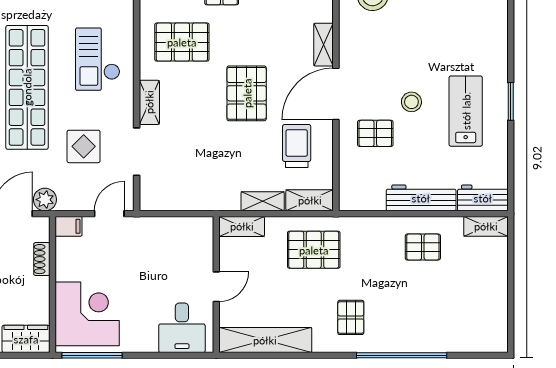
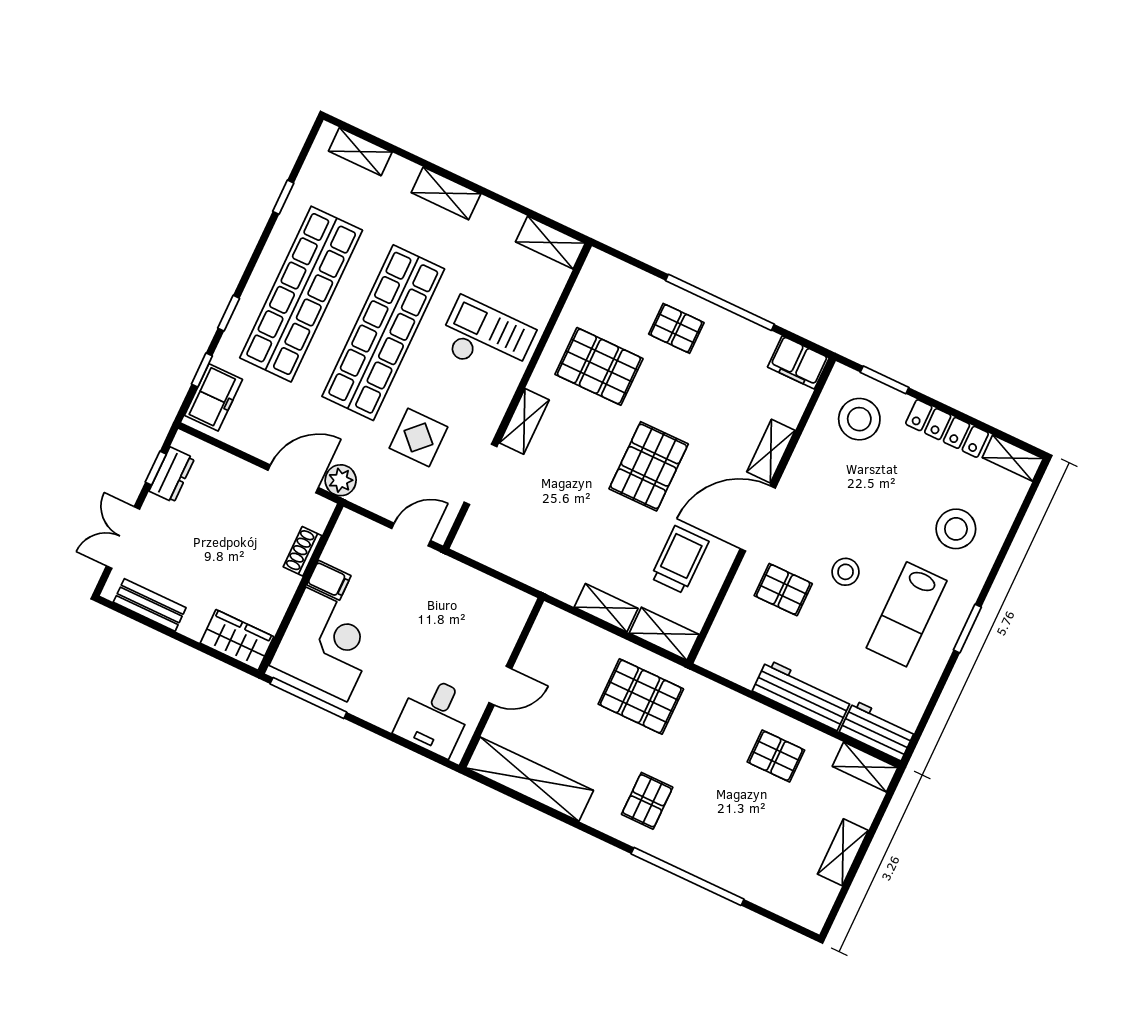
stool: (472, 38) -> (956, 529), added
checkout: (98, 59) -> (486, 339), turned 90
lab bench: (466, 111) -> (907, 614), turned 180
filing cabinet: (69, 226) -> (329, 580), moved
shelving: (242, 226) -> (843, 852), moved, turned 90

